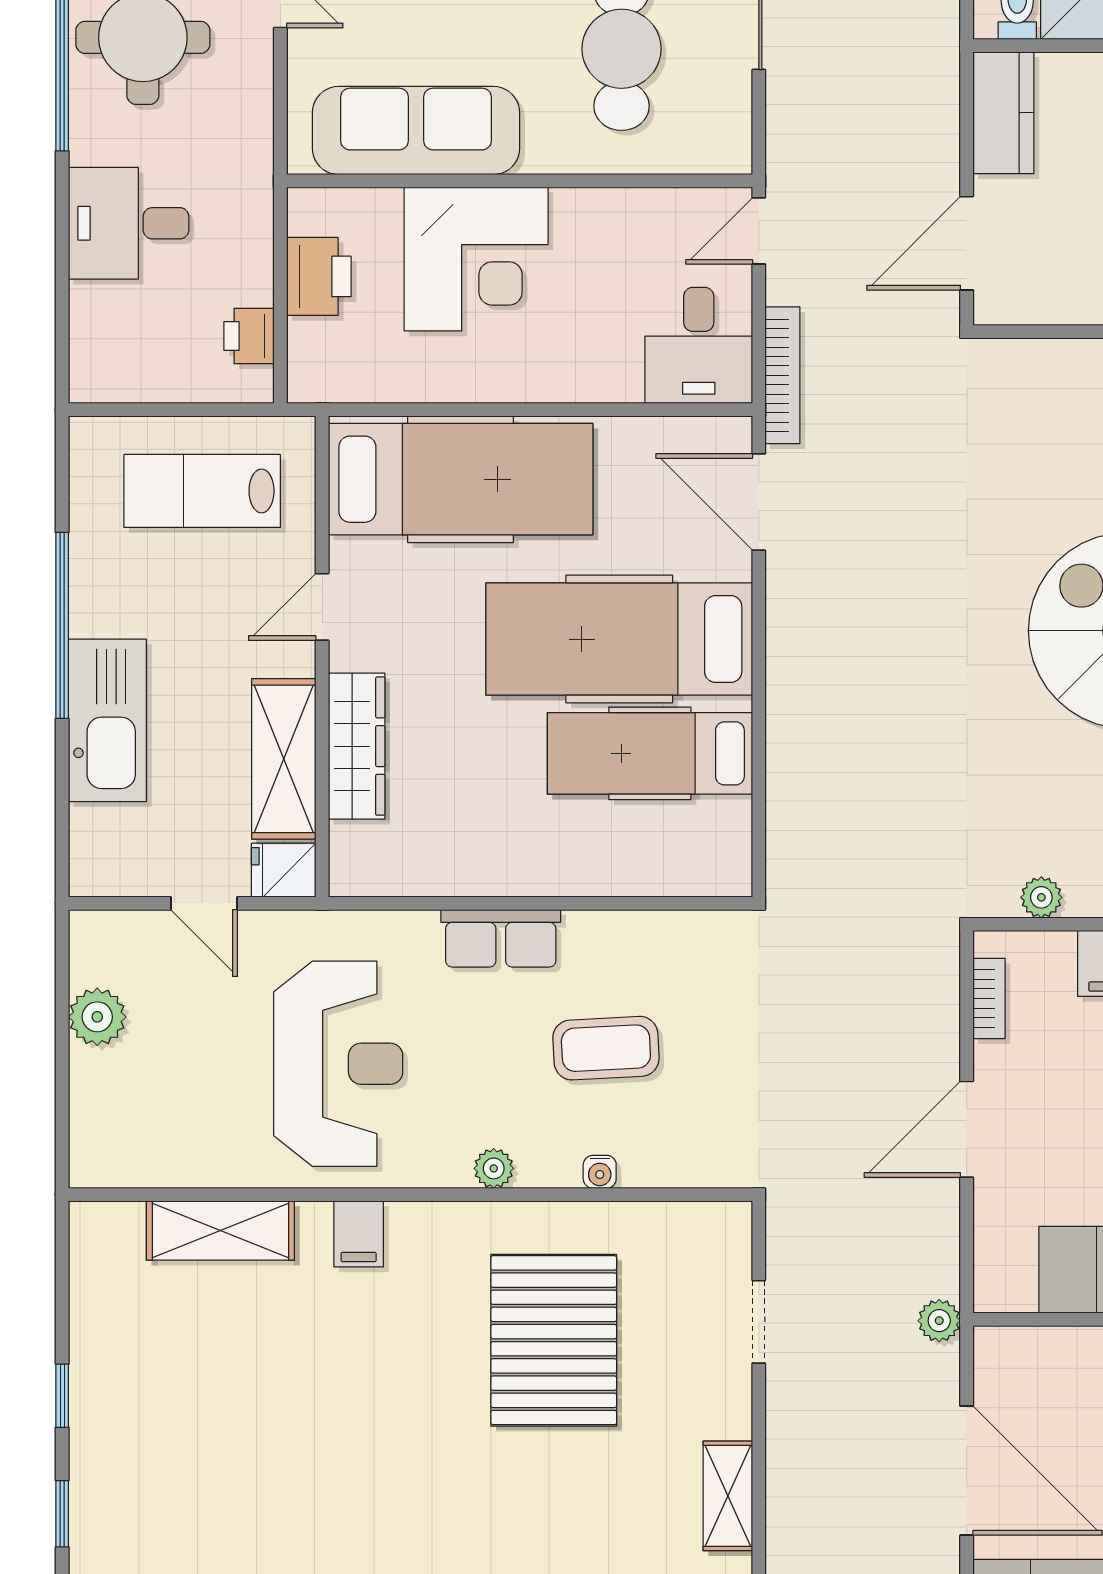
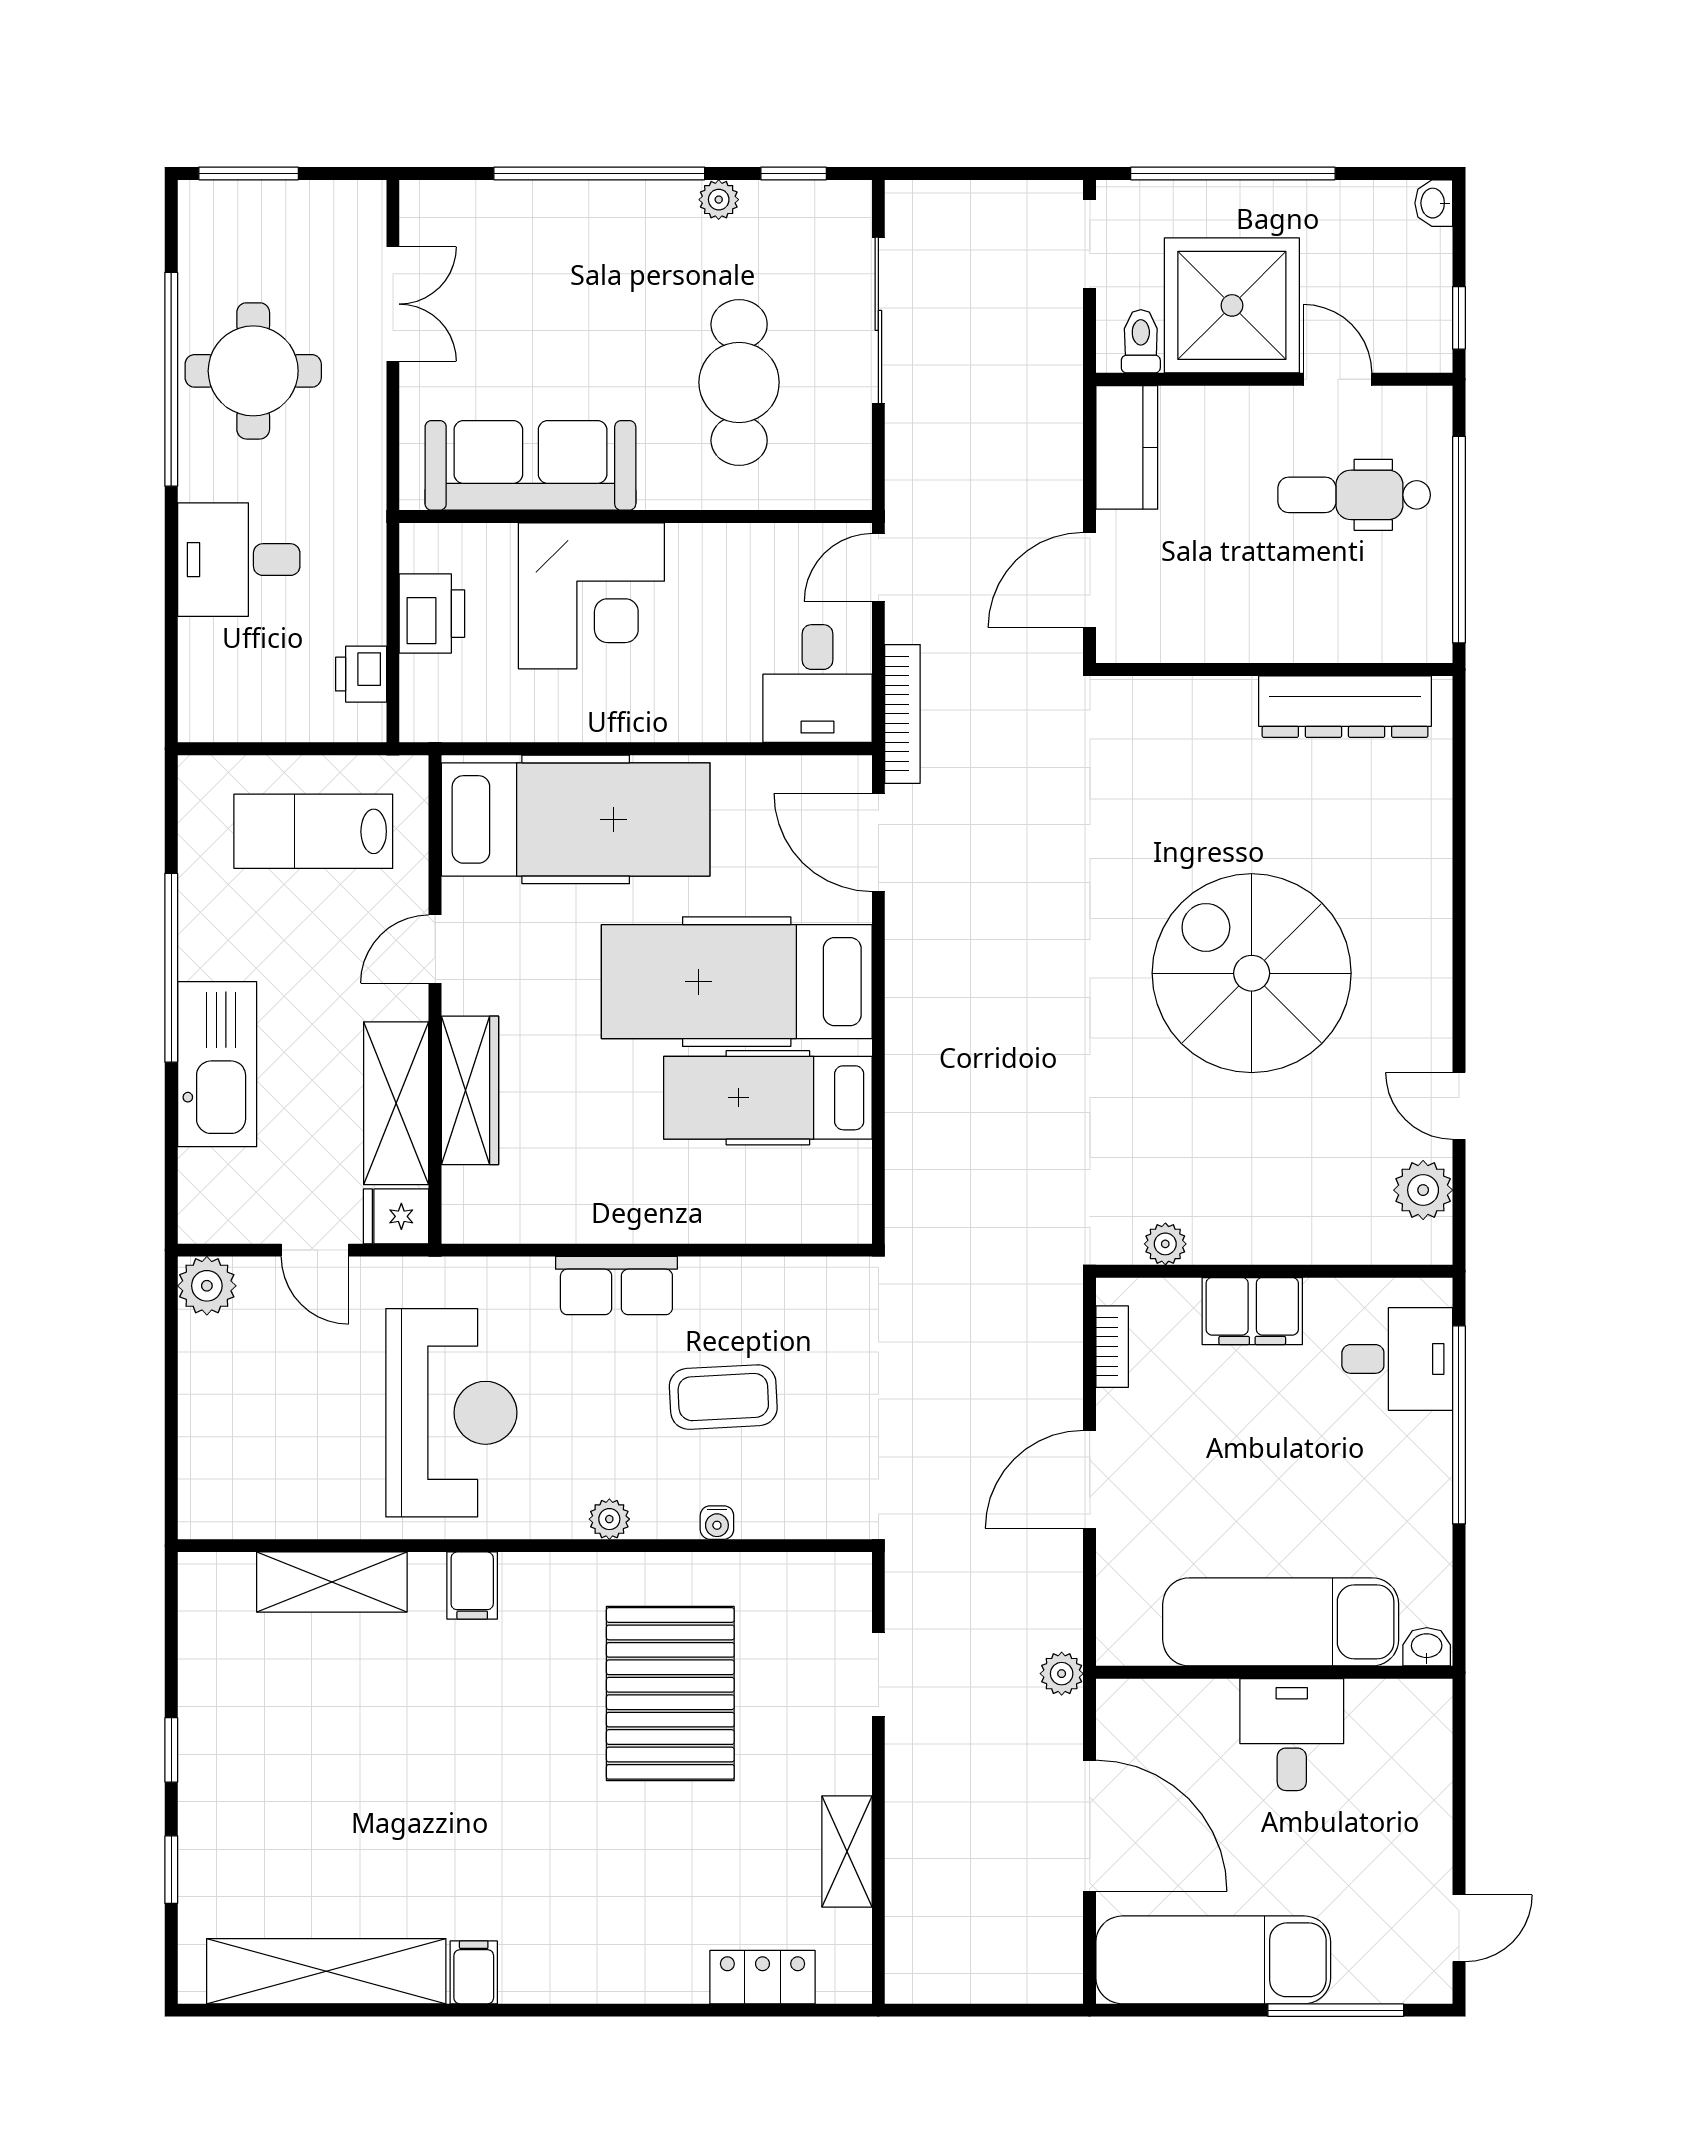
plant: (97, 1017) -> (207, 1286), moved

